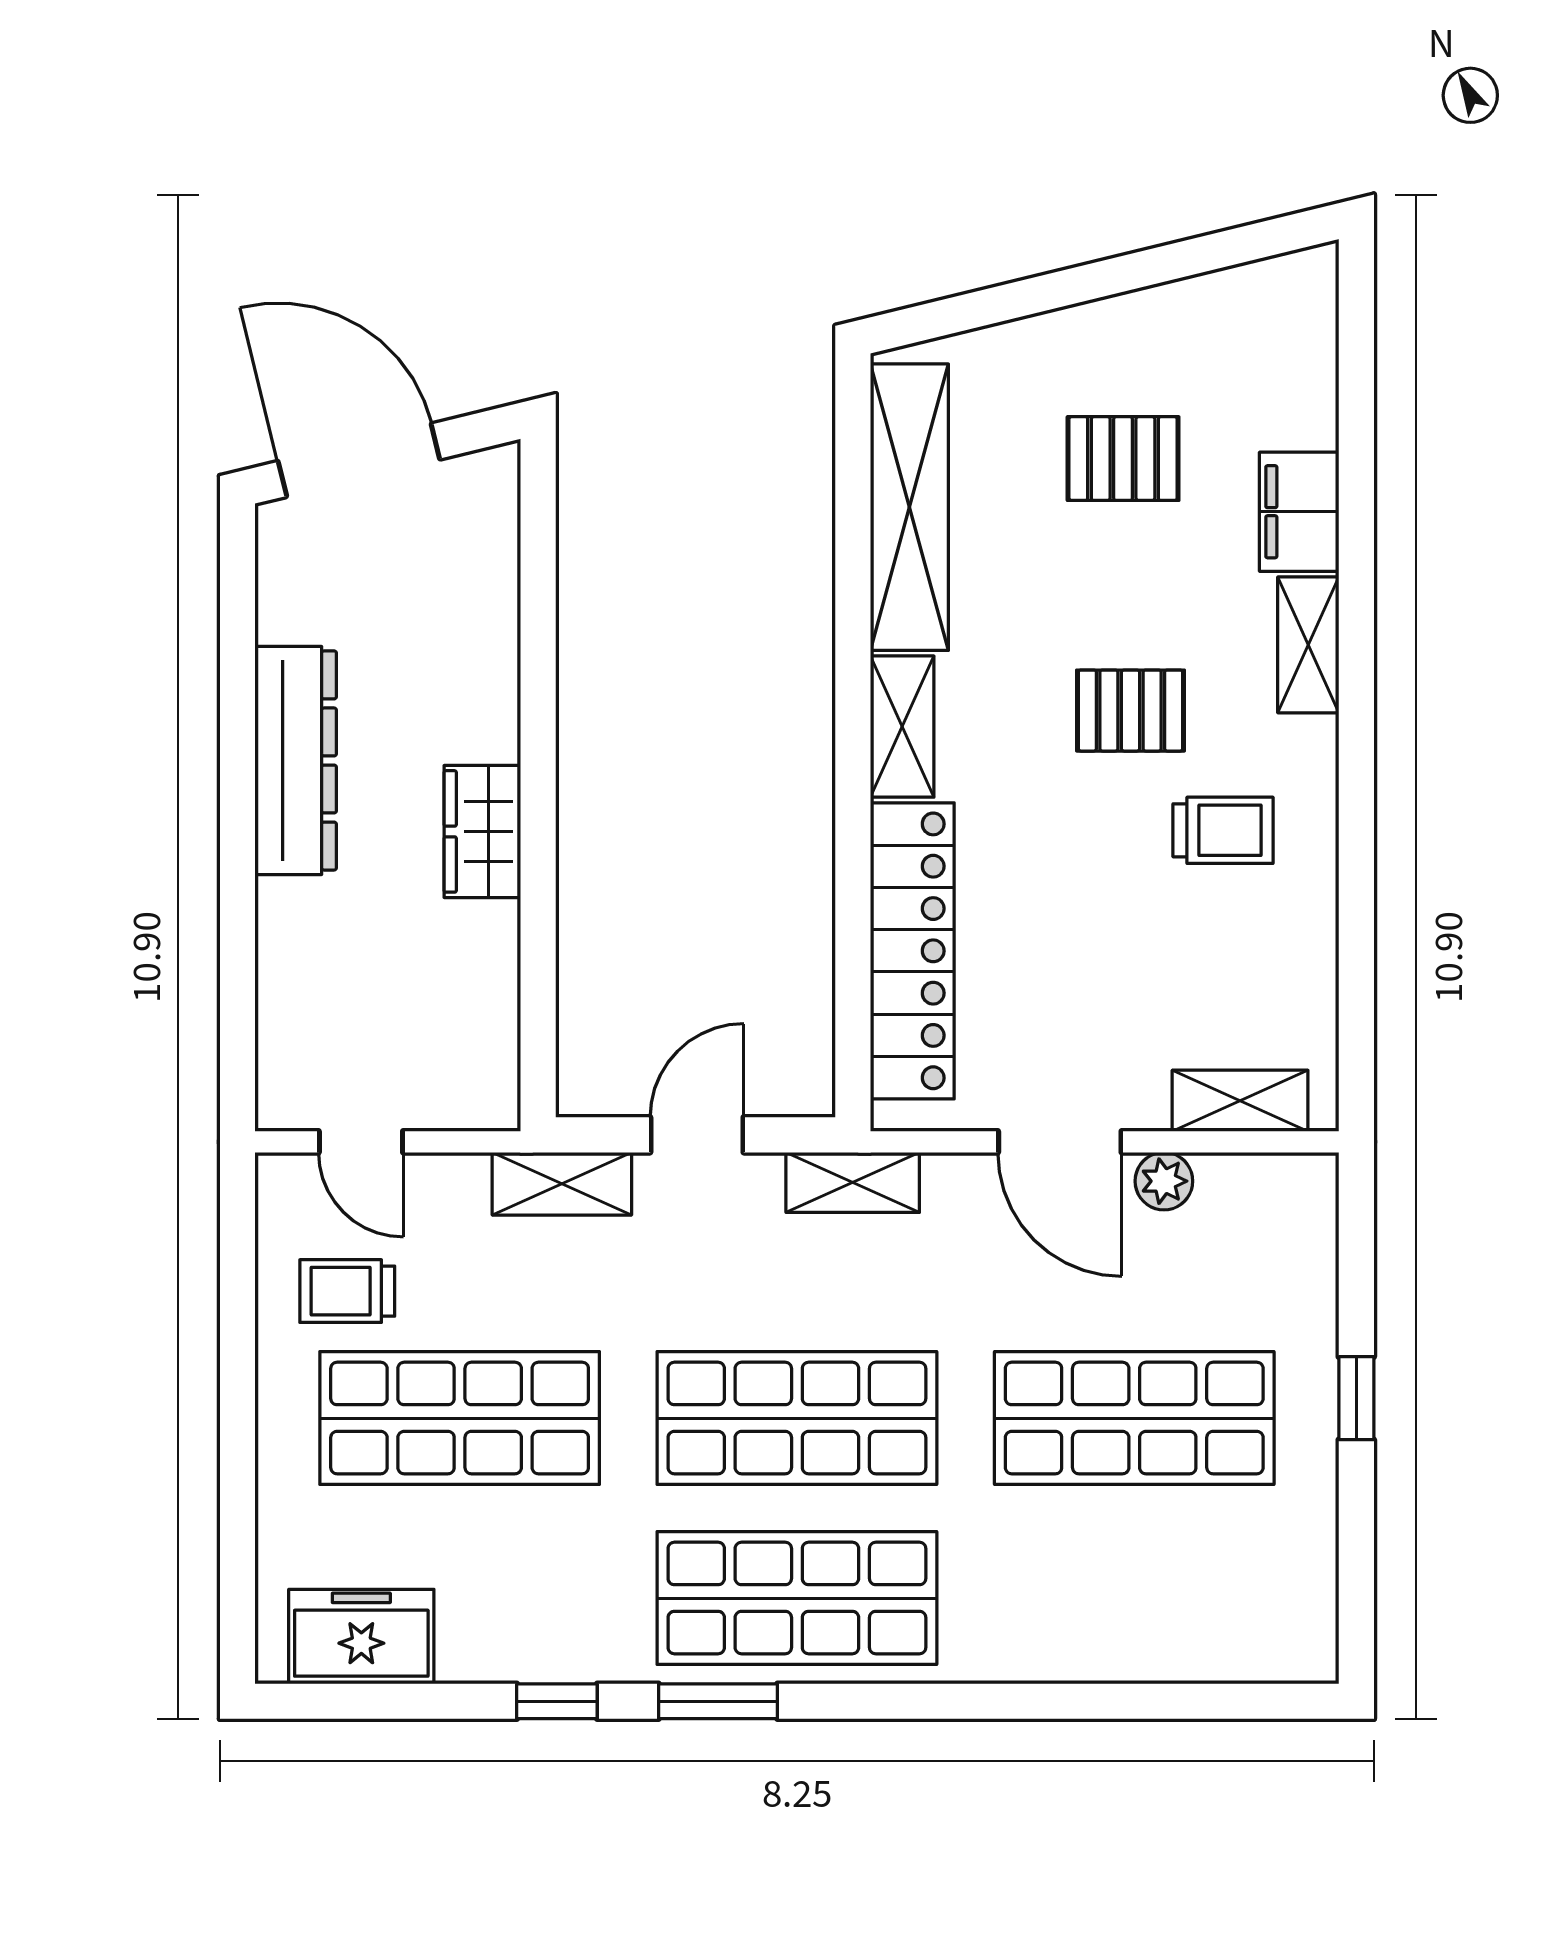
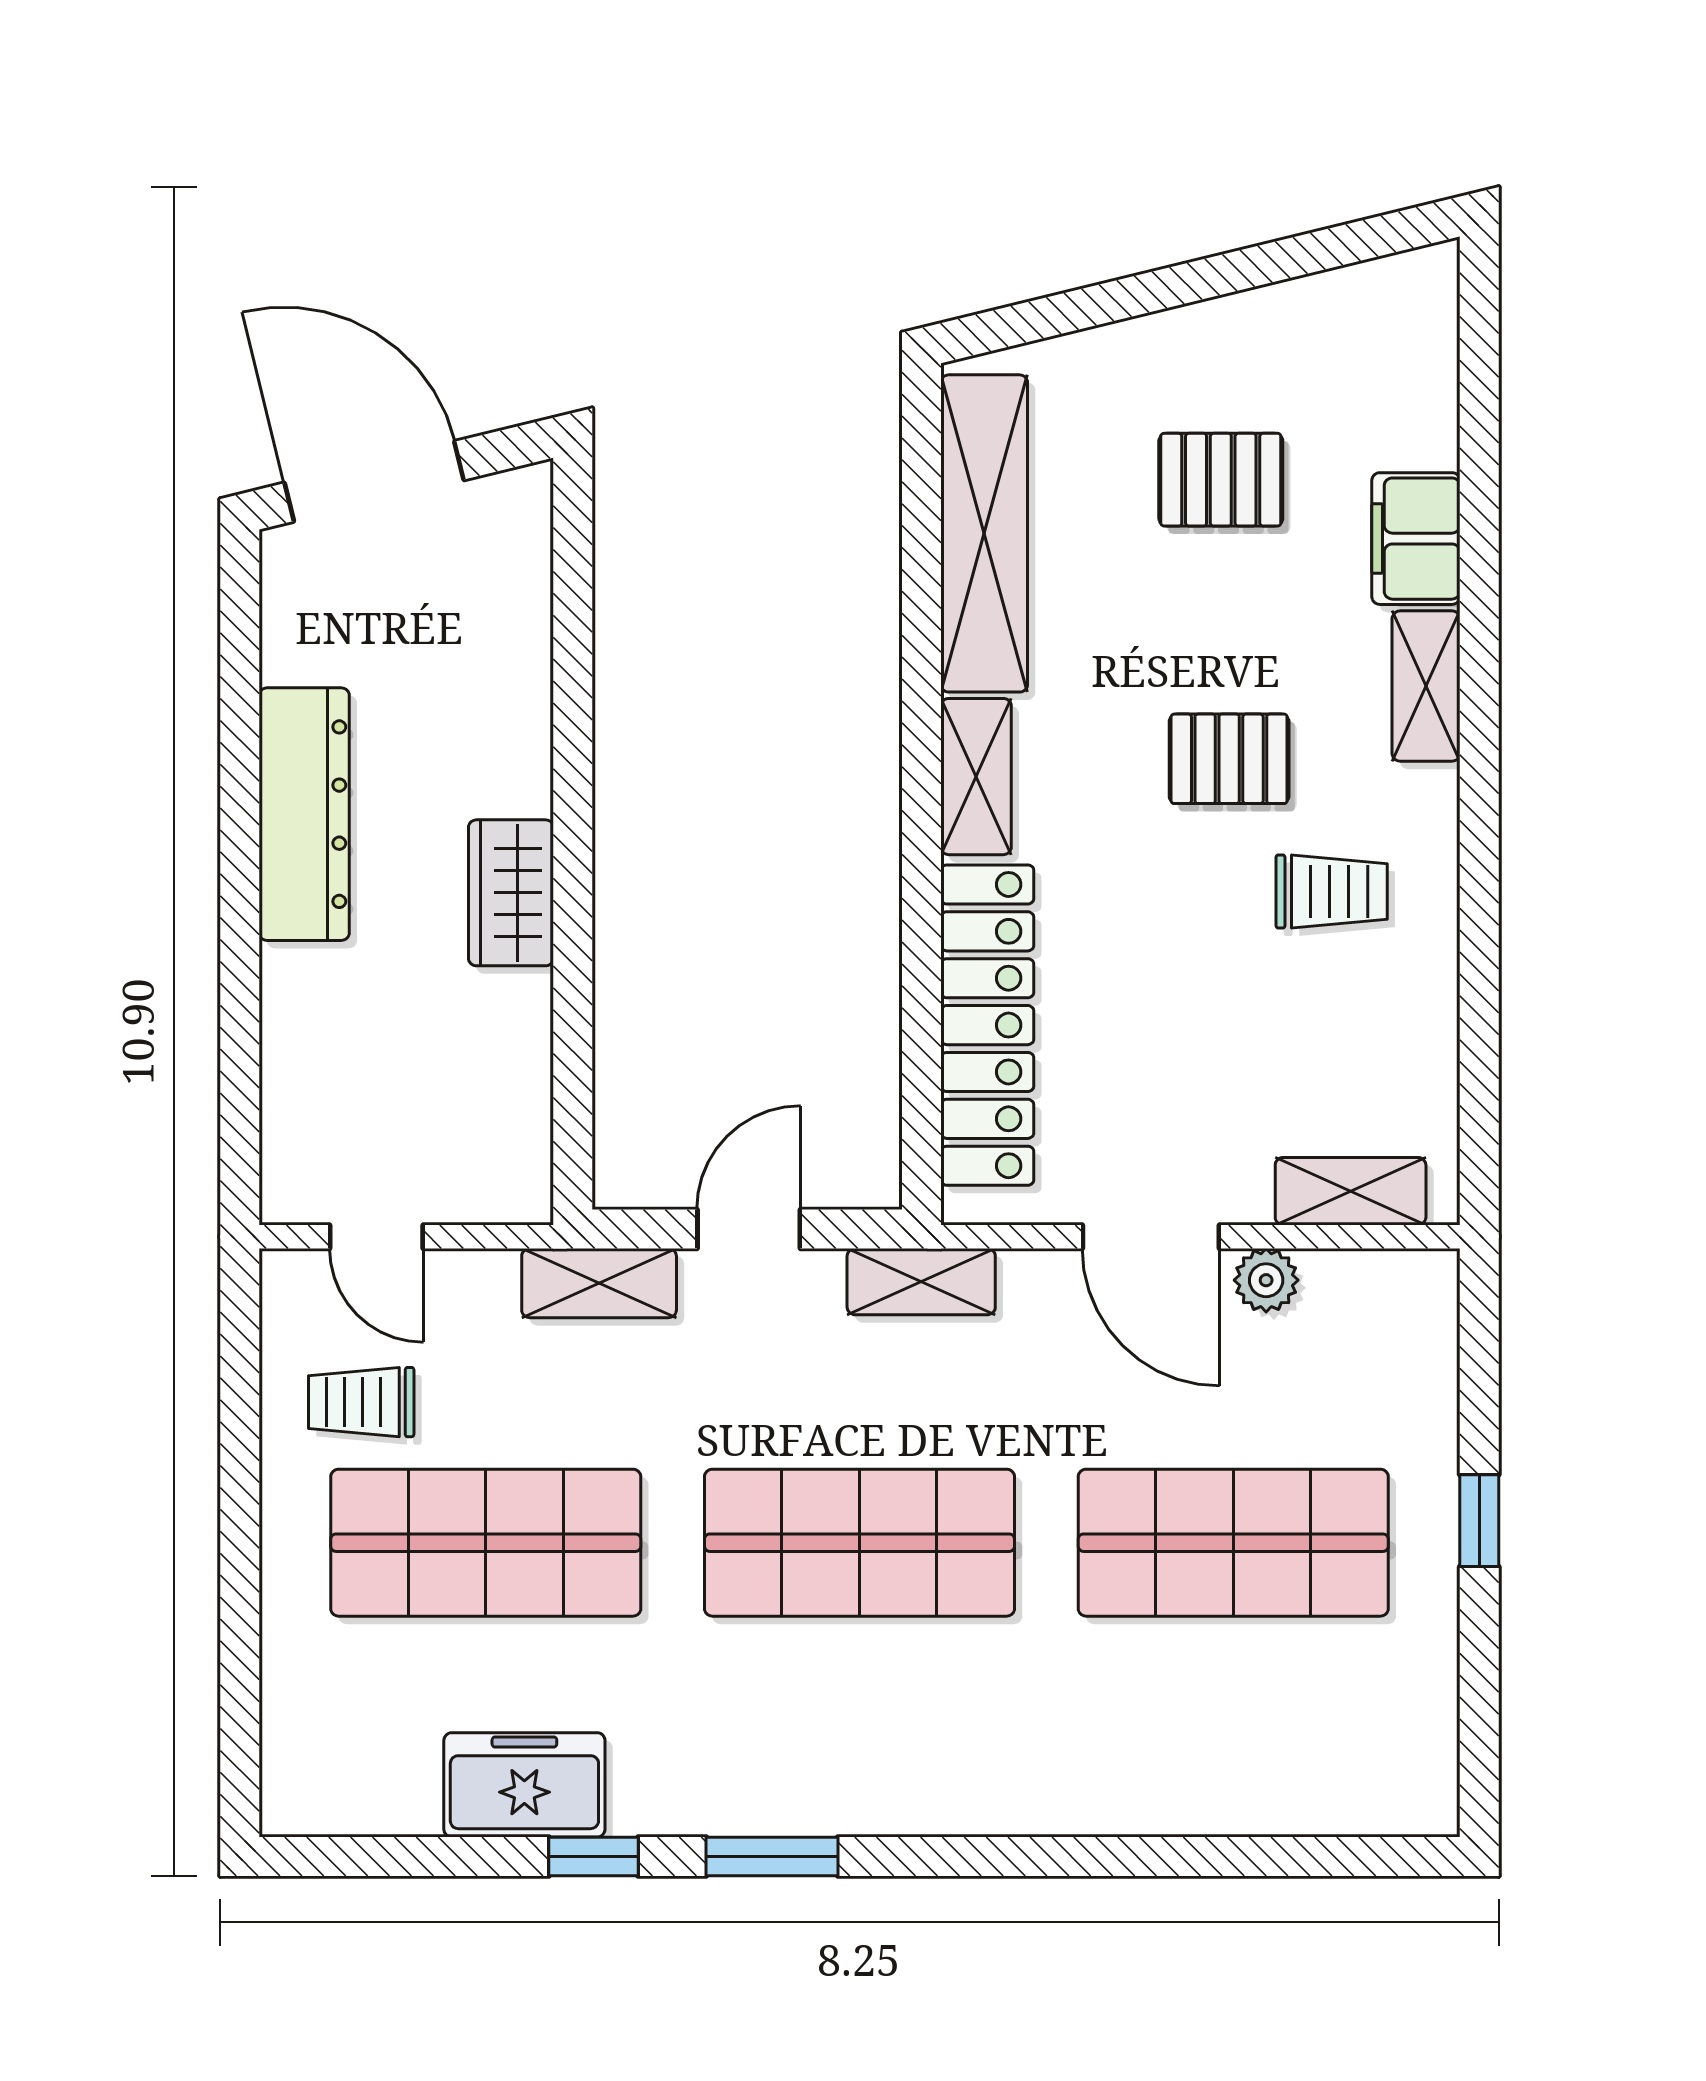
shop shelf: (797, 1598) -> (859, 1742), removed
freezer: (361, 1637) -> (524, 1785), moved

